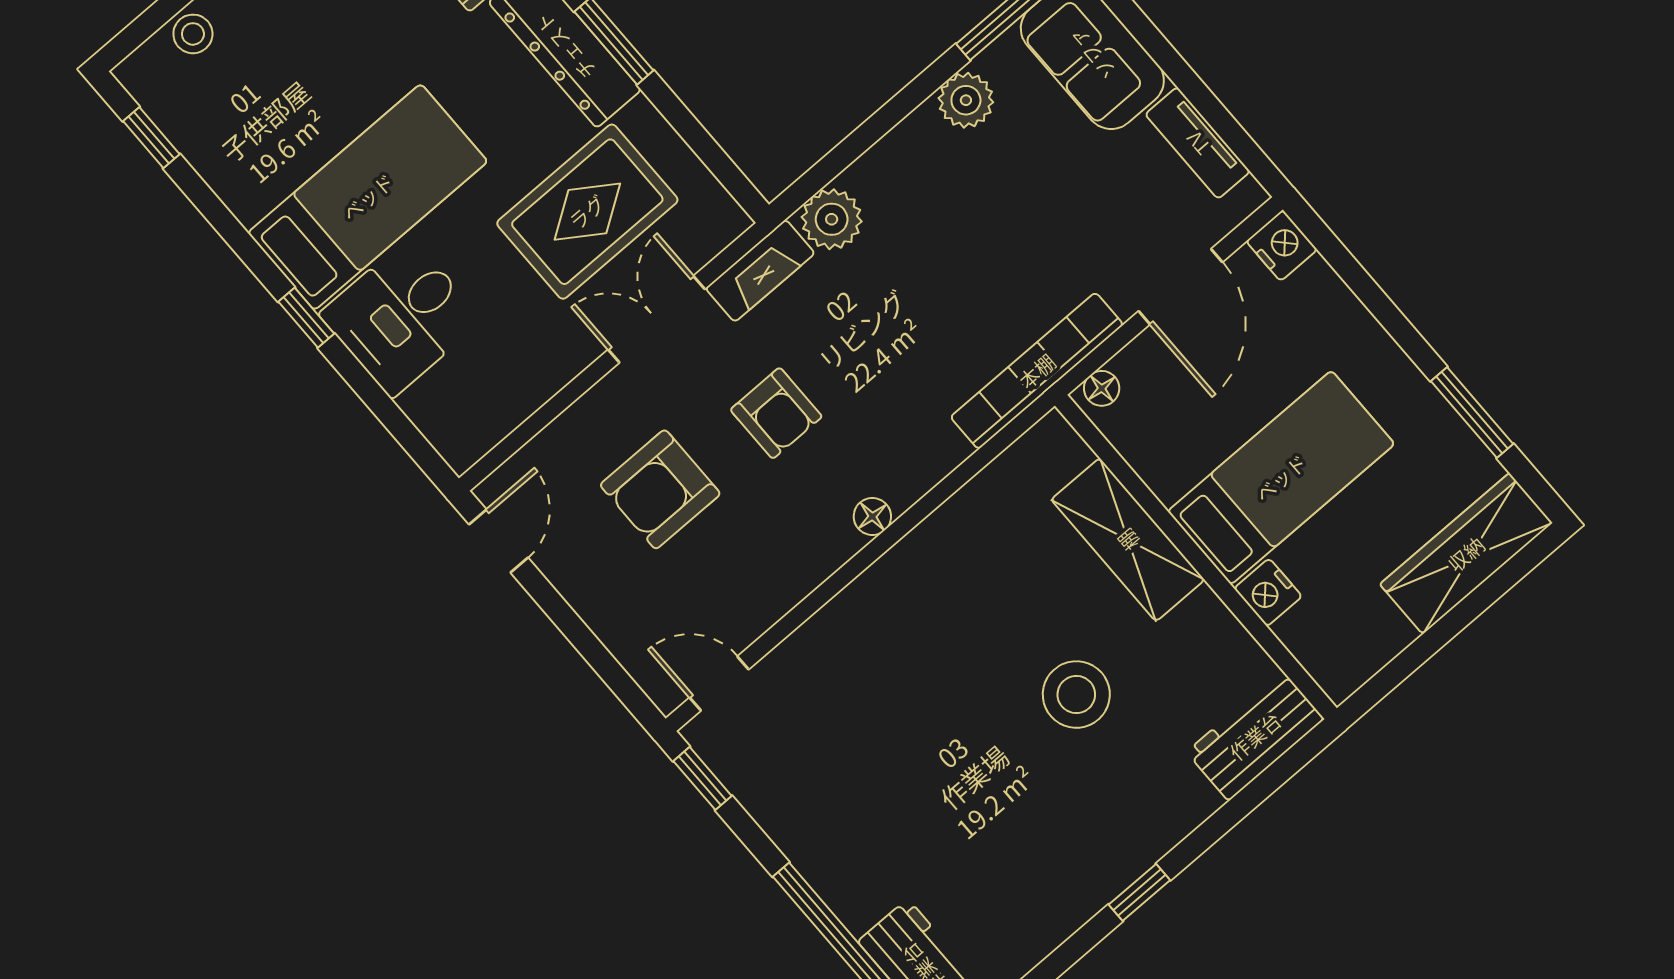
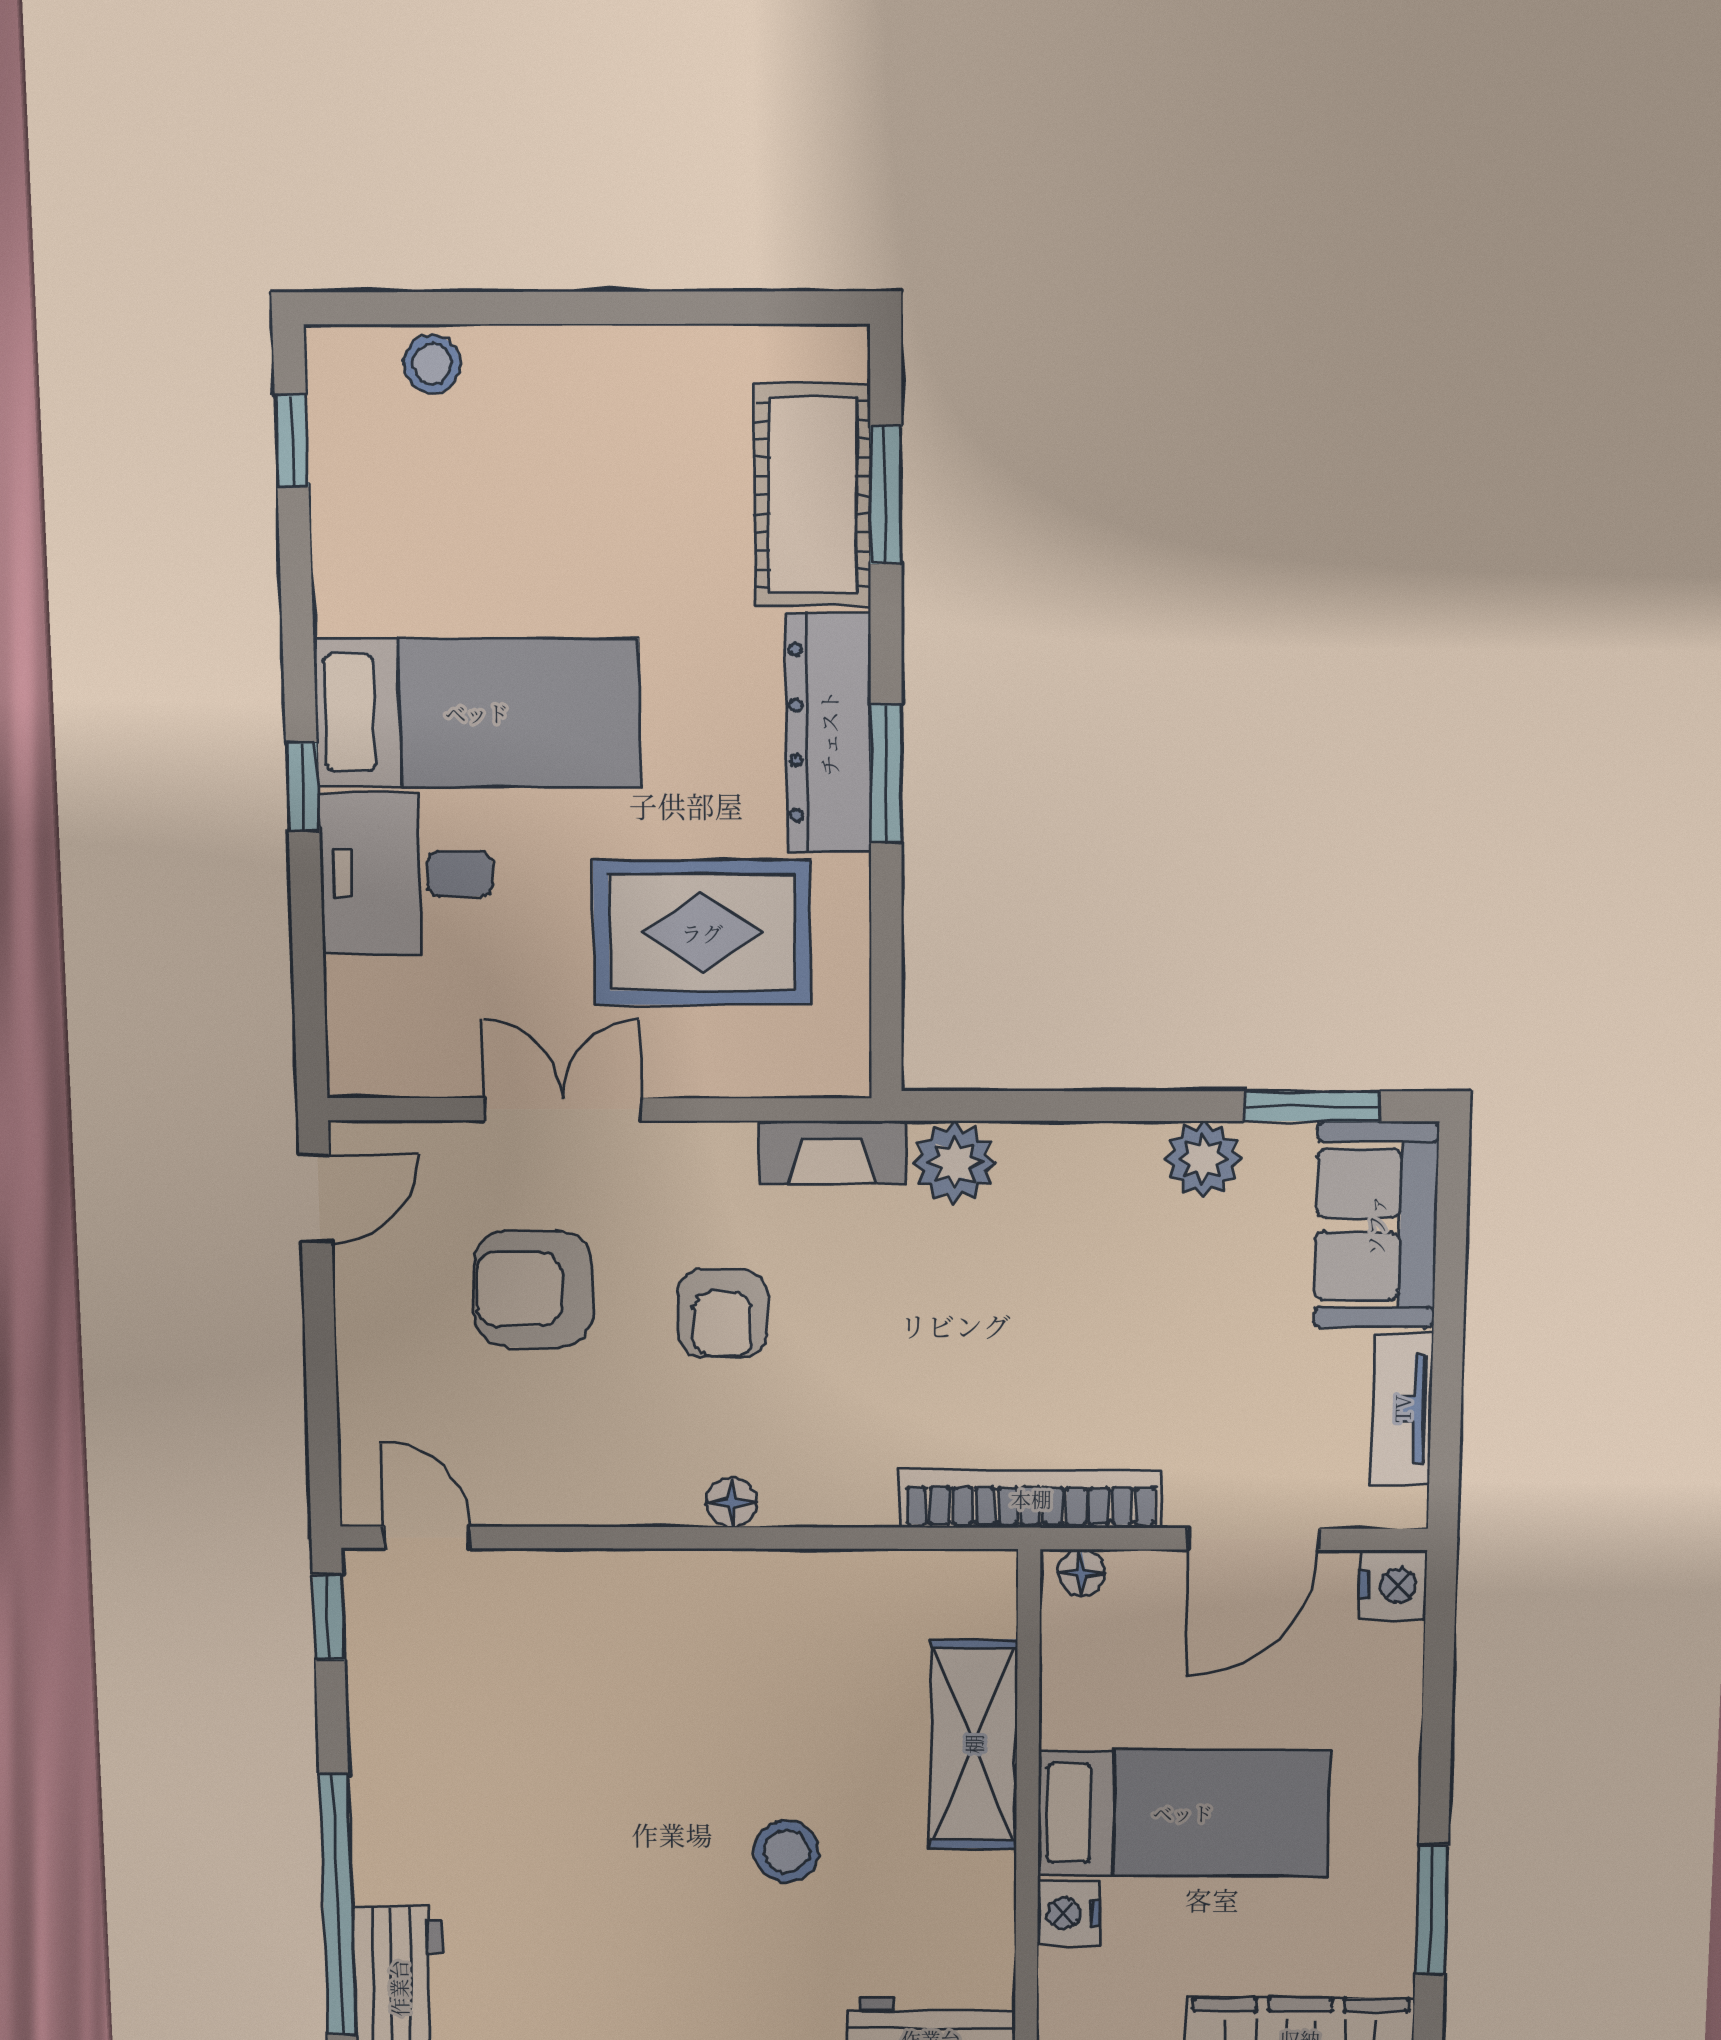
double door: (656, 319) -> (563, 1109), moved
stool: (1076, 695) -> (786, 1851), width x0.73, depth x0.73

